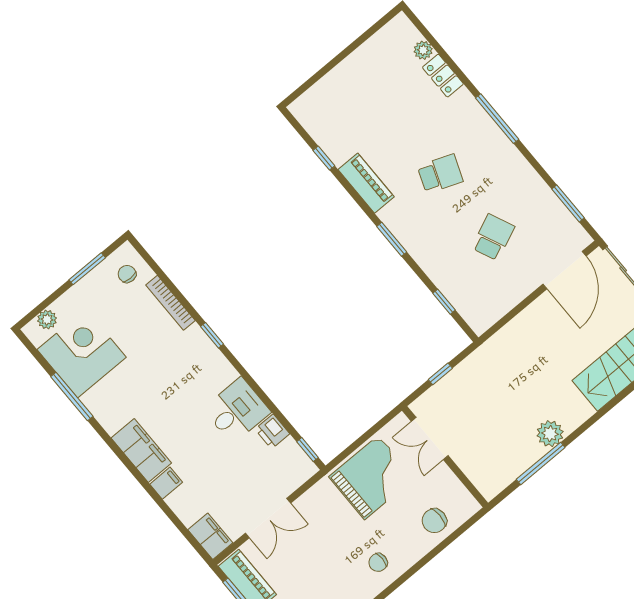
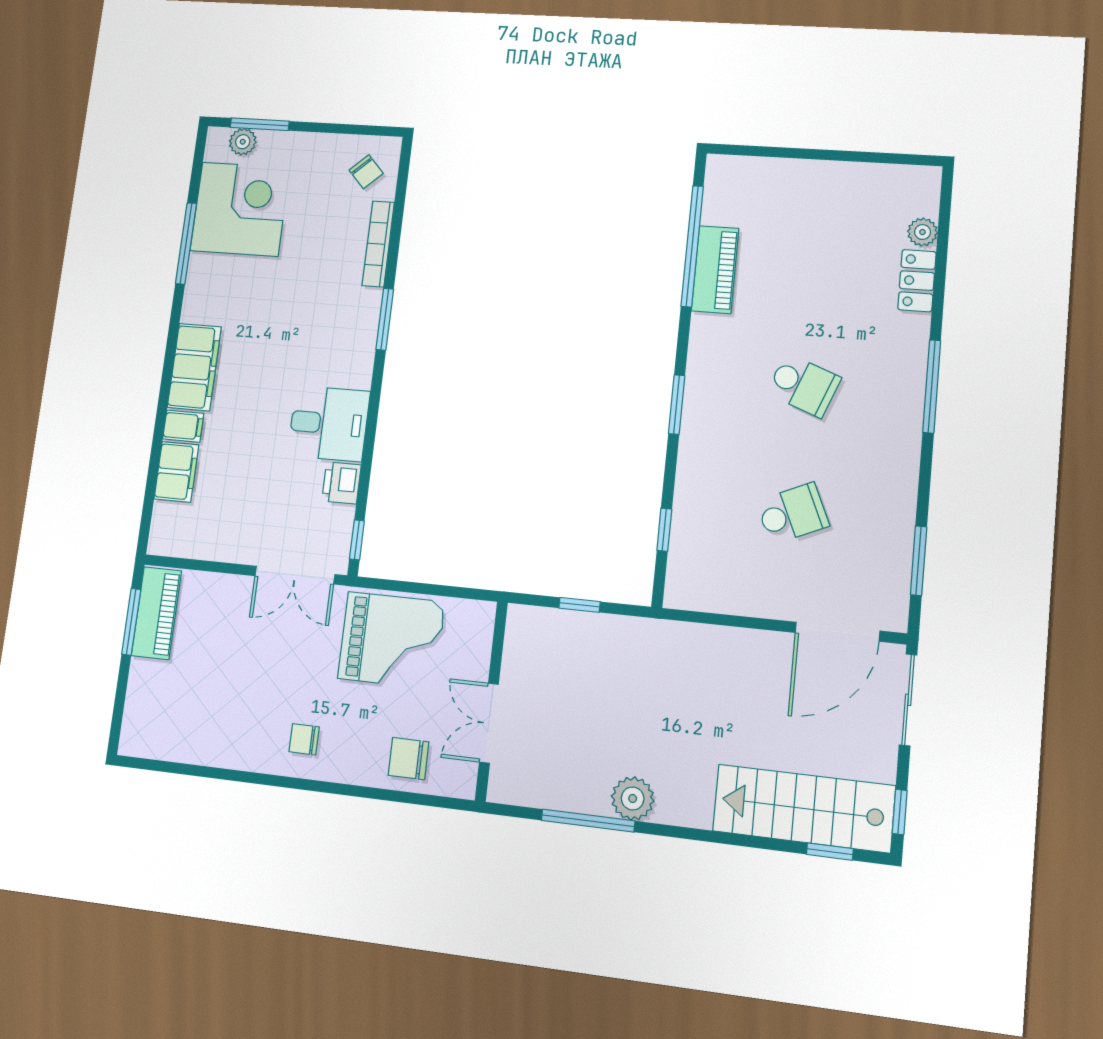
window: (324, 158) -> (692, 246), width x3.17
piano: (366, 183) -> (715, 270), moved
window: (87, 269) -> (260, 124), moved
chair: (127, 274) -> (366, 172), turned 137
window: (212, 335) -> (385, 319), width x1.50
double door: (430, 438) -> (489, 723), moved
double door: (268, 518) -> (295, 575), moved
filing cabinet: (210, 536) -> (176, 472), moved

